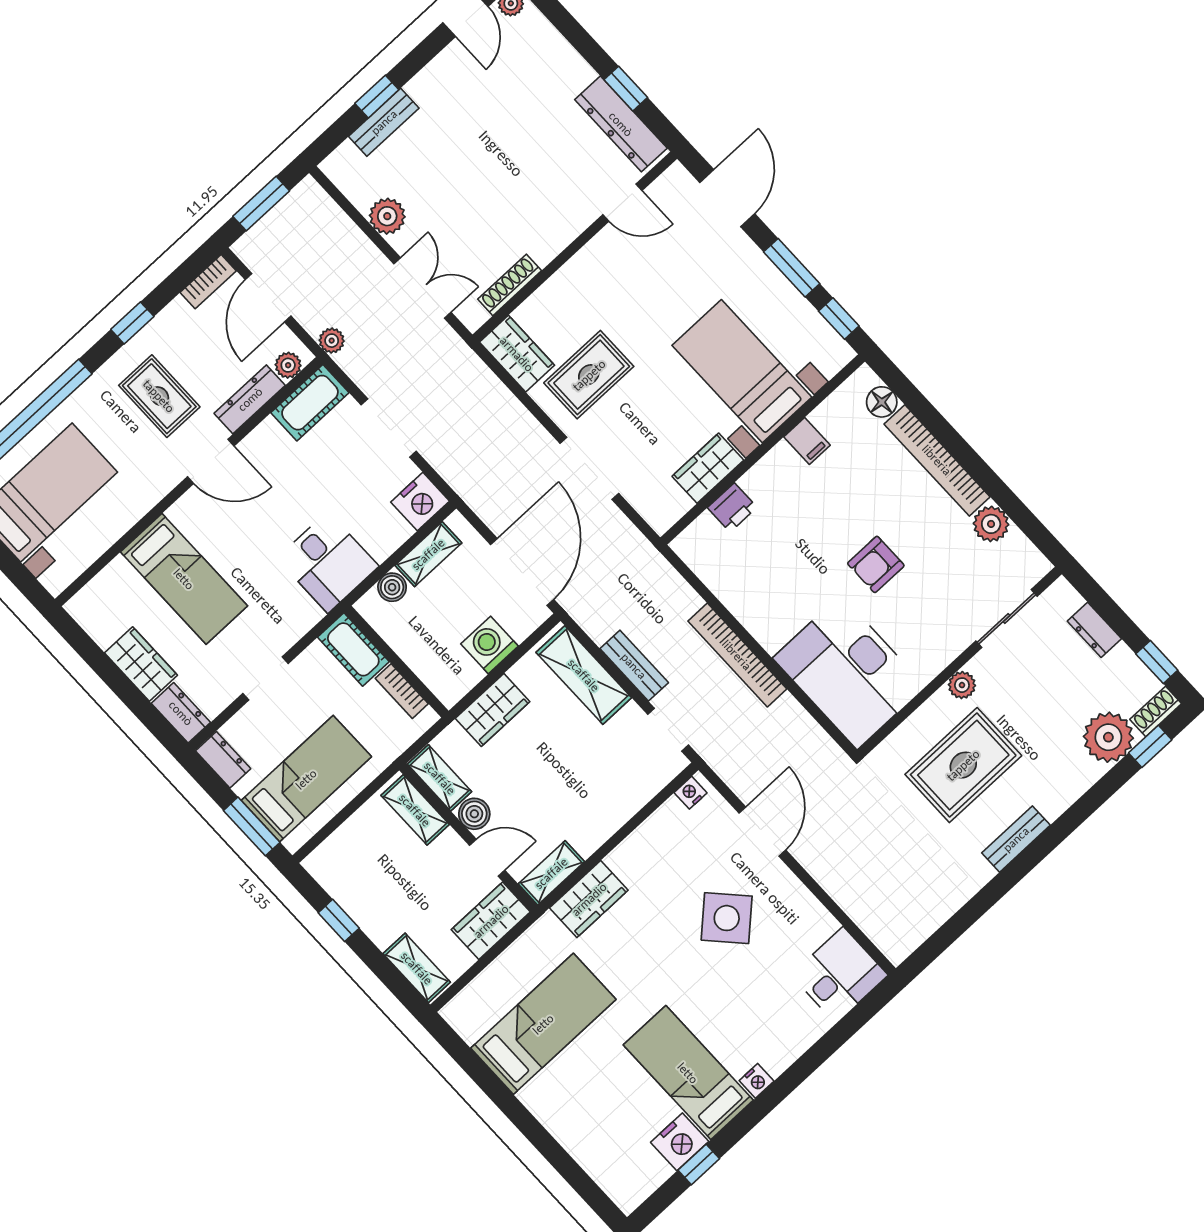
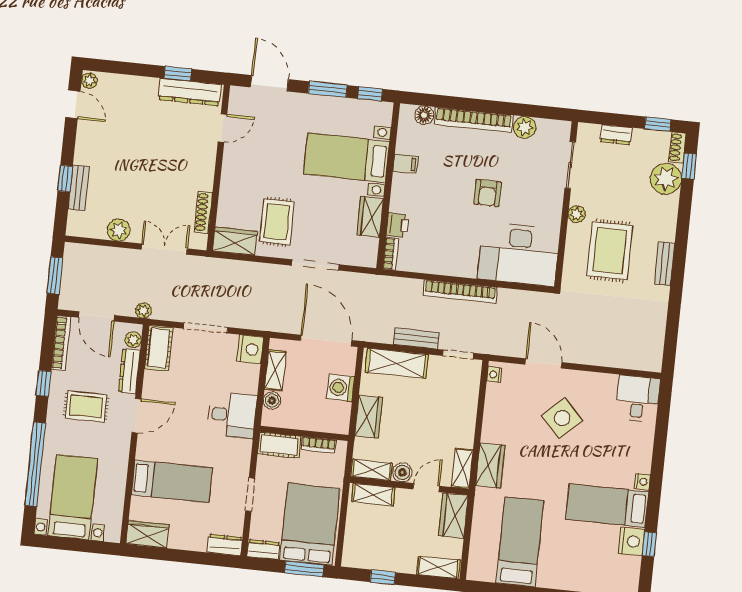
bookcase: (208, 282) -> (61, 343), width x1.56
bookcase: (693, 535) -> (391, 254), added
wardrobe: (141, 664) -> (148, 534), moved
bed: (306, 779) -> (310, 524), width x1.50

